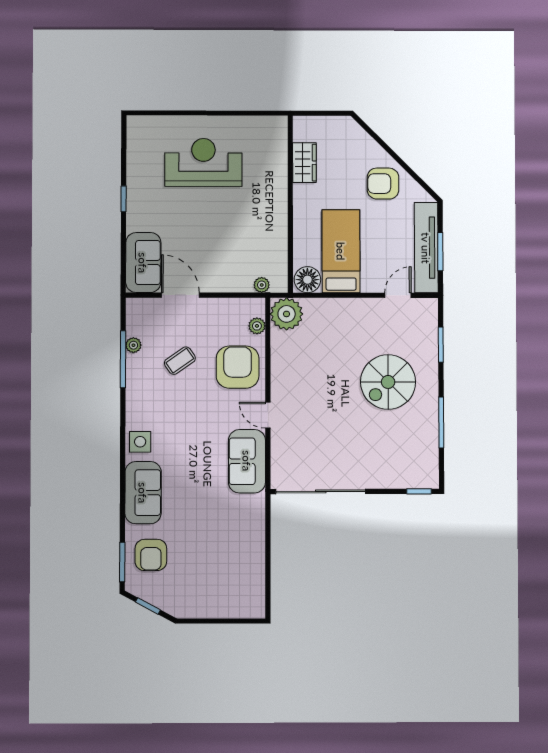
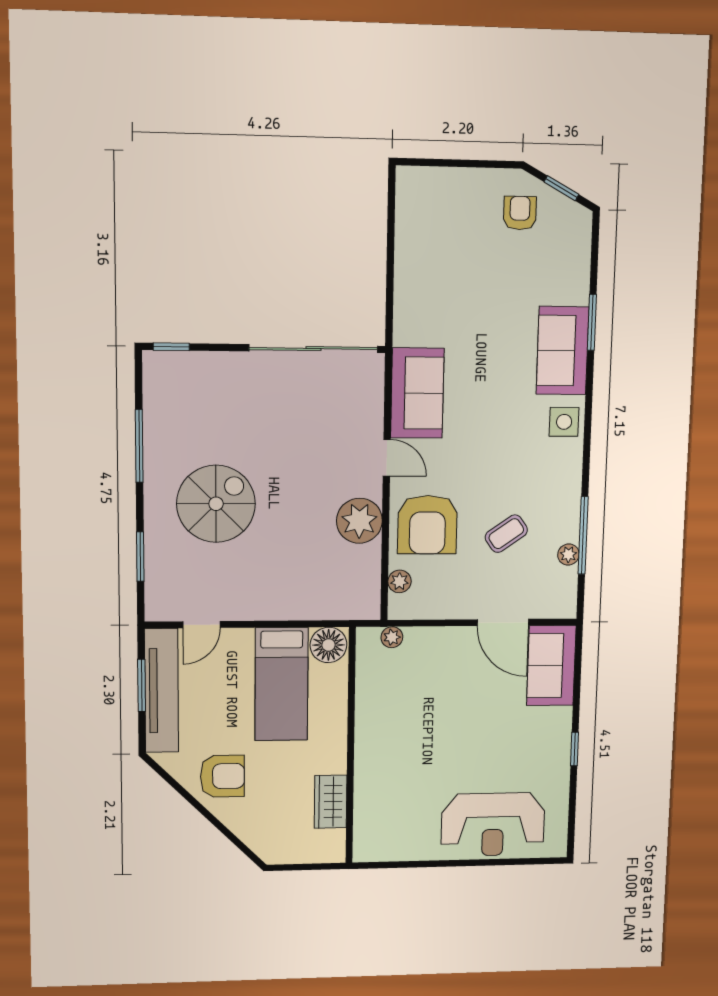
reception desk: (203, 162) -> (493, 824), moved
plant: (287, 314) -> (359, 521), moved
armchair: (151, 555) -> (520, 213), moved, width x0.72, depth x0.72
window: (122, 562) -> (592, 322), moved

